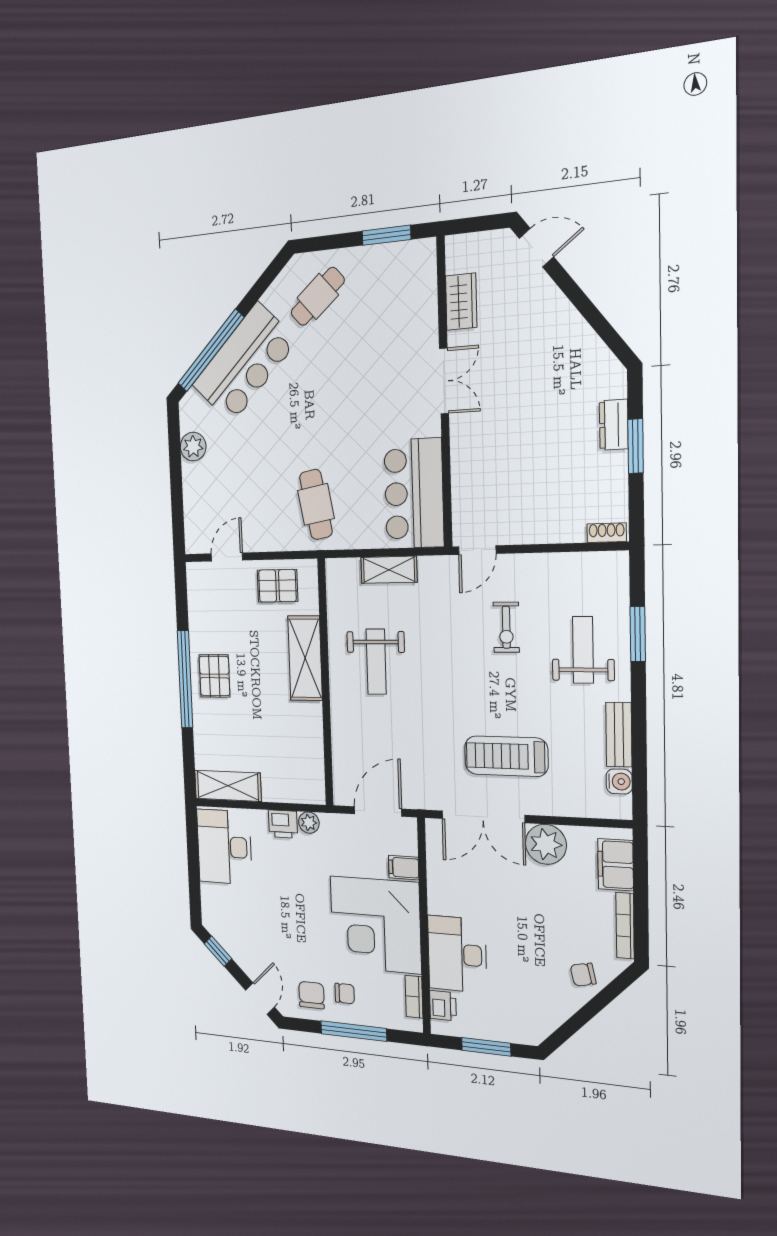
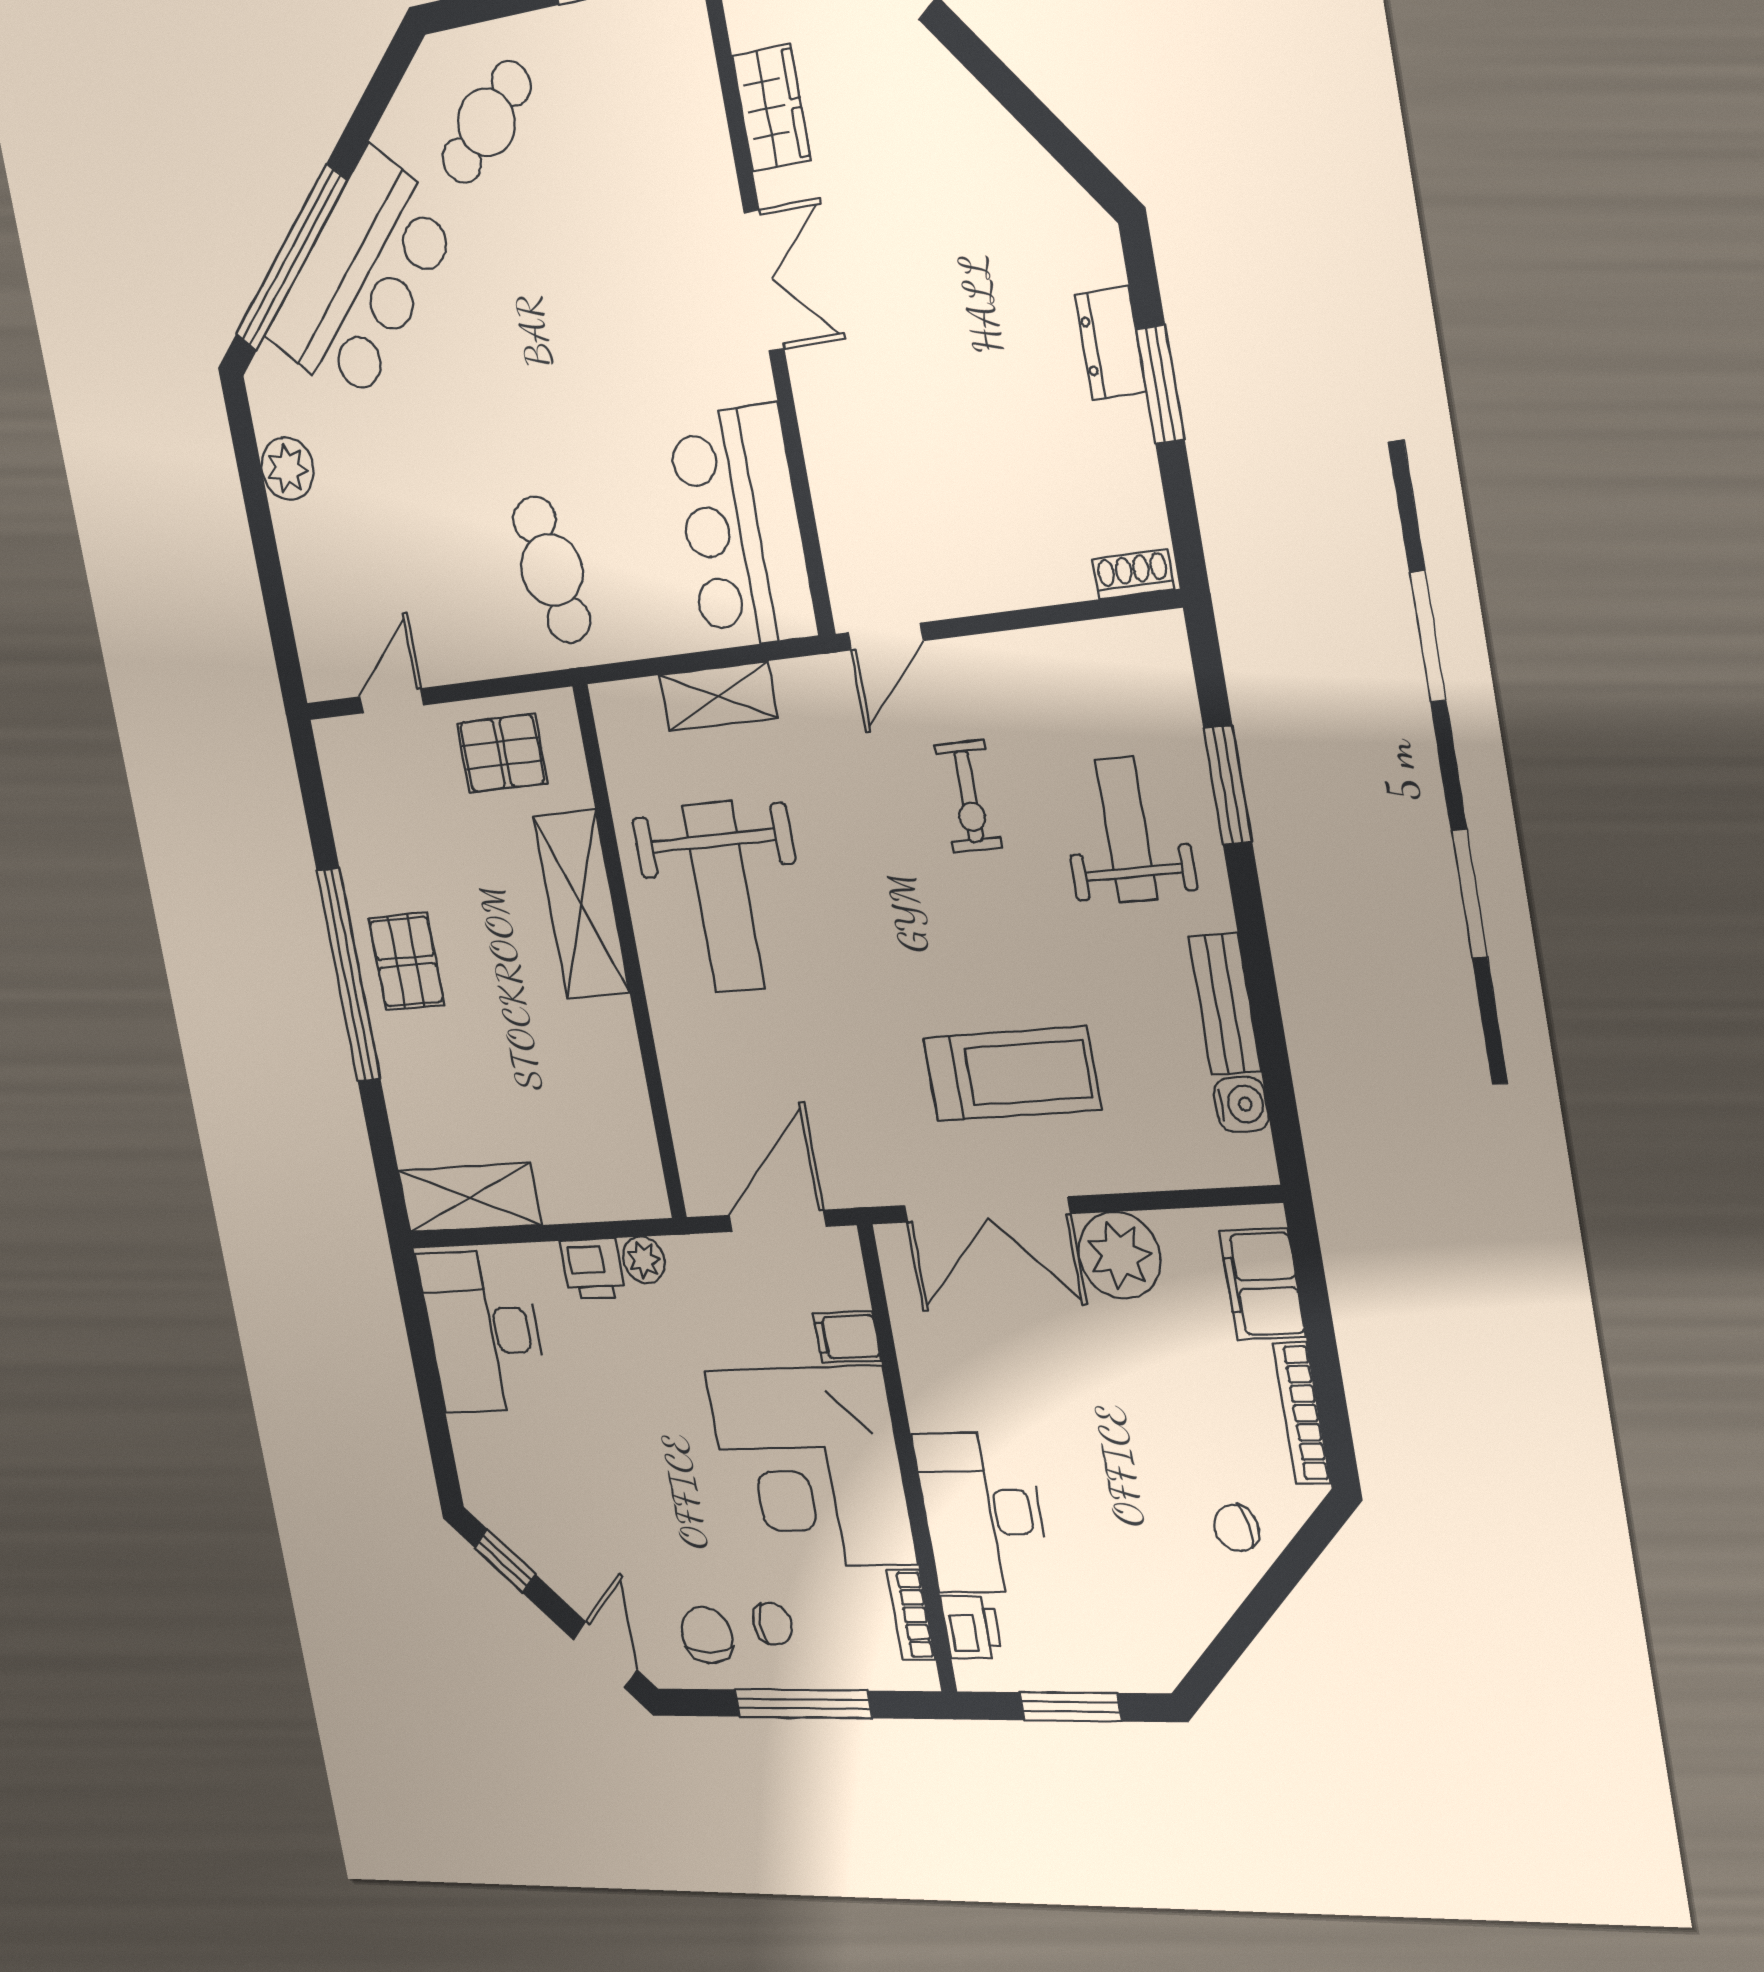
weight bench: (376, 662) -> (724, 897), width x1.36, depth x1.33
treadmill: (506, 756) -> (1012, 1074), turned 180

